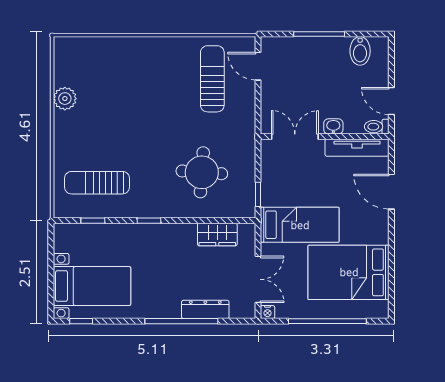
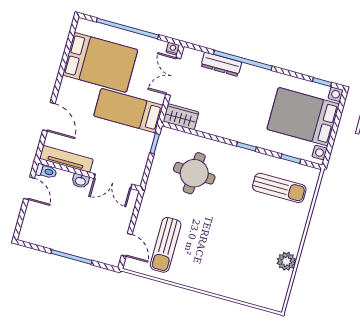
bidet: (360, 51) -> (43, 235), removed
wardrobe: (217, 235) -> (181, 117), moved
bed with nightstands: (92, 286) -> (303, 117), width x1.36

